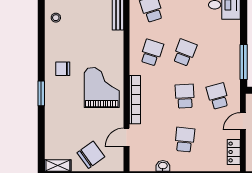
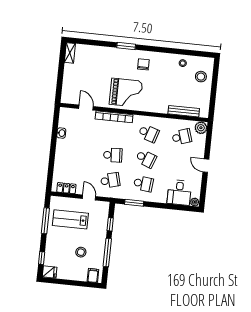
window: (244, 62) -> (134, 203), width x0.69
school desk: (185, 140) -> (143, 184), moved
chair: (91, 155) -> (76, 79), removed

